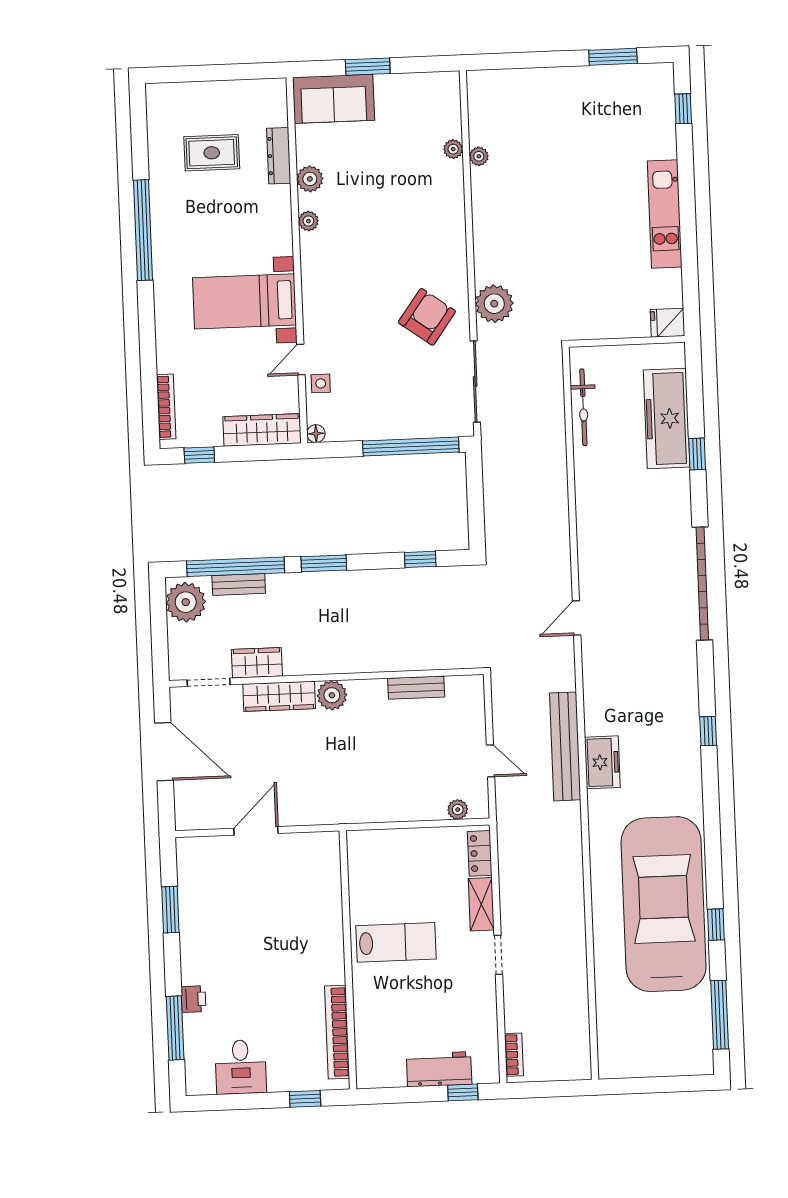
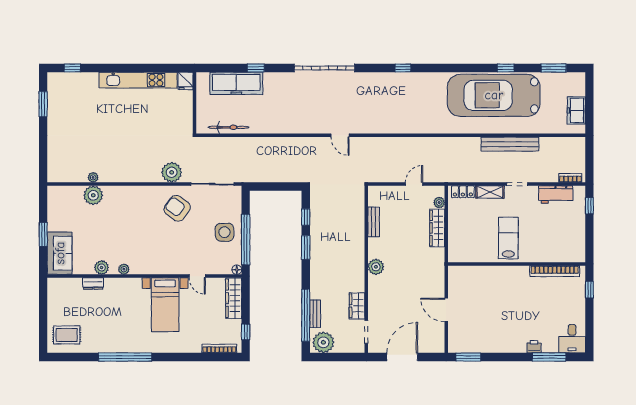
plant: (453, 149) -> (93, 195), width x1.87, depth x1.87
rug: (212, 153) -> (67, 335), moved, turned 90
dresser: (279, 156) -> (93, 284), width x0.70
kitchen unit: (665, 214) -> (138, 80), width x1.36
side table: (321, 383) -> (224, 232), moved, width x1.87, depth x1.87
window: (411, 447) -> (246, 240), moved
window: (324, 563) -> (306, 248), moved
wardrobe: (279, 696) -> (437, 228), moved, turned 180
bench: (565, 746) -> (510, 144), moved
freezer: (602, 762) -> (576, 110), moved, turned -90
window: (170, 910) -> (468, 357), moved
window: (720, 1015) -> (554, 68), width x0.69
desk: (241, 1067) -> (572, 339), moved, turned 90
workbench: (439, 1069) -> (556, 195), moved, turned -90

